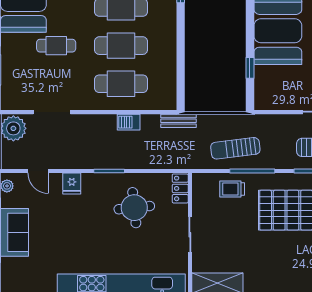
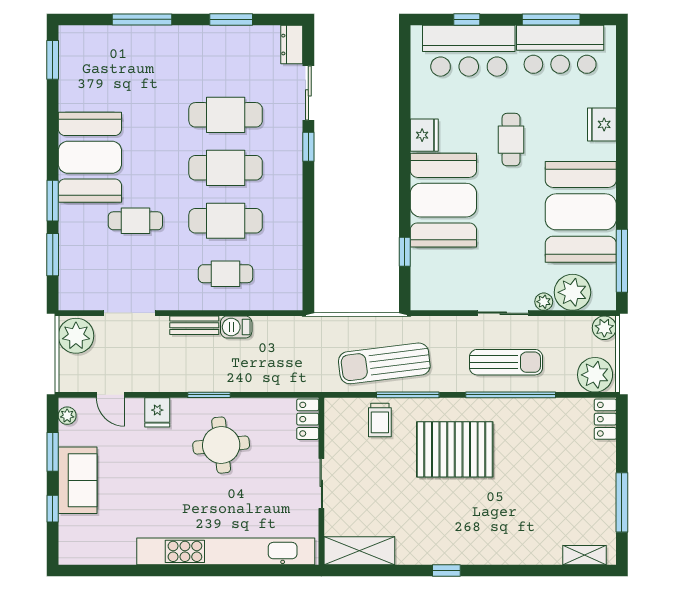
cafe table: (121, 84) -> (226, 274), width x0.73, depth x0.74
bench: (178, 121) -> (194, 325), moved
sun lounger: (235, 148) -> (384, 363), width x1.36, depth x1.34
trolley: (232, 189) -> (380, 420), turned -90
round table: (134, 208) -> (221, 445), moved

